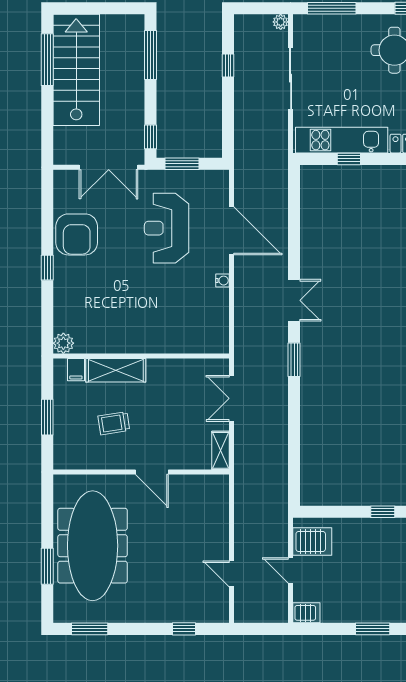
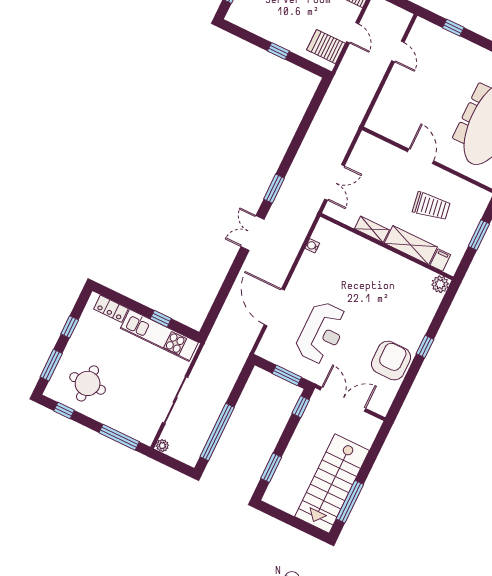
window: (151, 55) -> (271, 468), width x0.69
window: (228, 65) -> (217, 432), width x3.17
water cooler: (223, 281) -> (312, 246), moved
trolley: (114, 423) -> (431, 206), width x1.36, depth x1.39
shelving: (221, 450) -> (372, 229), moved, turned 90
window: (383, 512) -> (278, 51), moved

